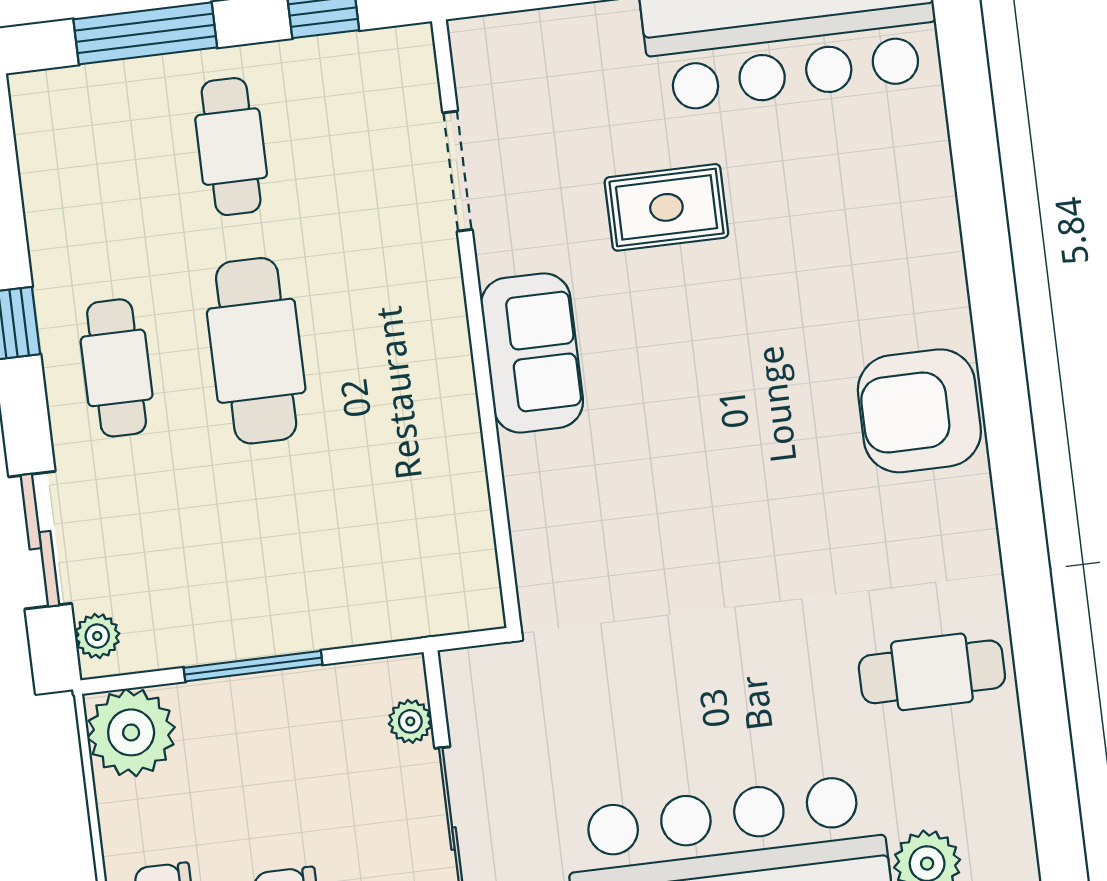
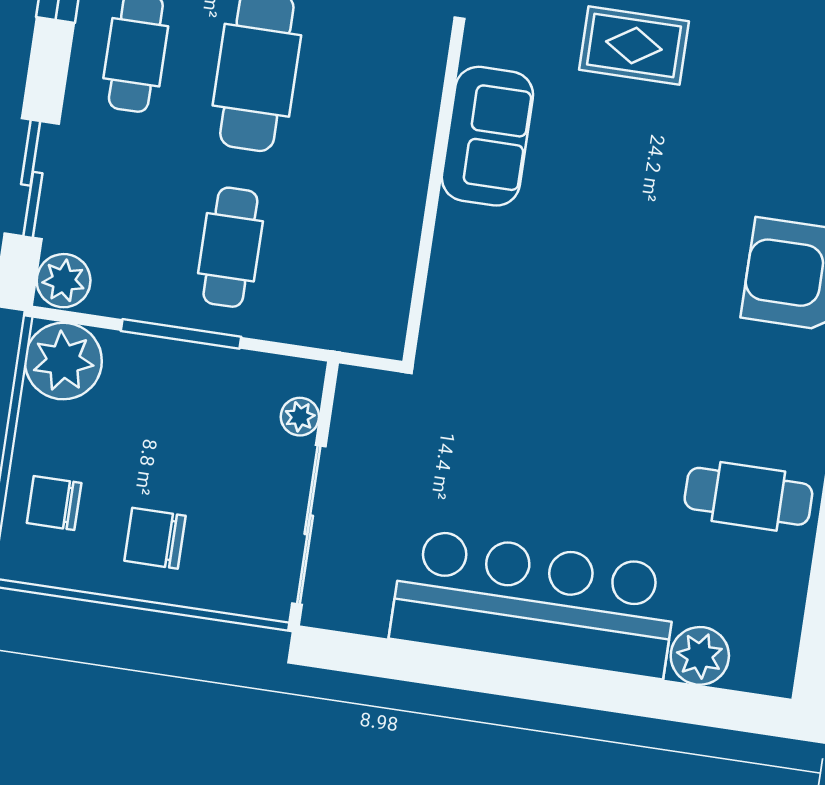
cafe table: (281, 555) -> (230, 247), added
plant: (97, 636) -> (64, 281), width x1.38, depth x1.38

